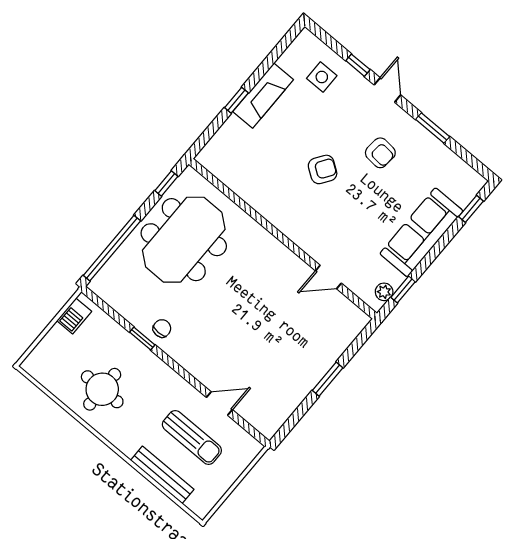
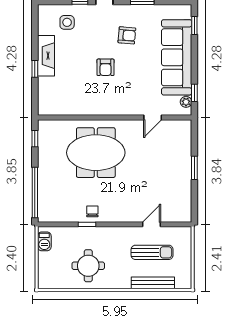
armchair: (323, 169) -> (106, 67), turned 146
sofa: (421, 232) -> (177, 57), width x1.36, depth x1.27
meeting table: (184, 240) -> (96, 153), moved, turned 90

